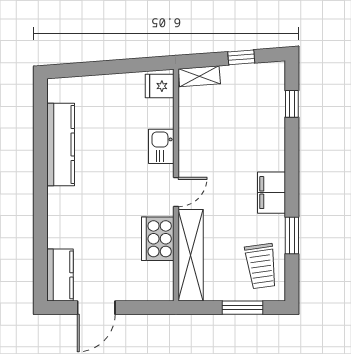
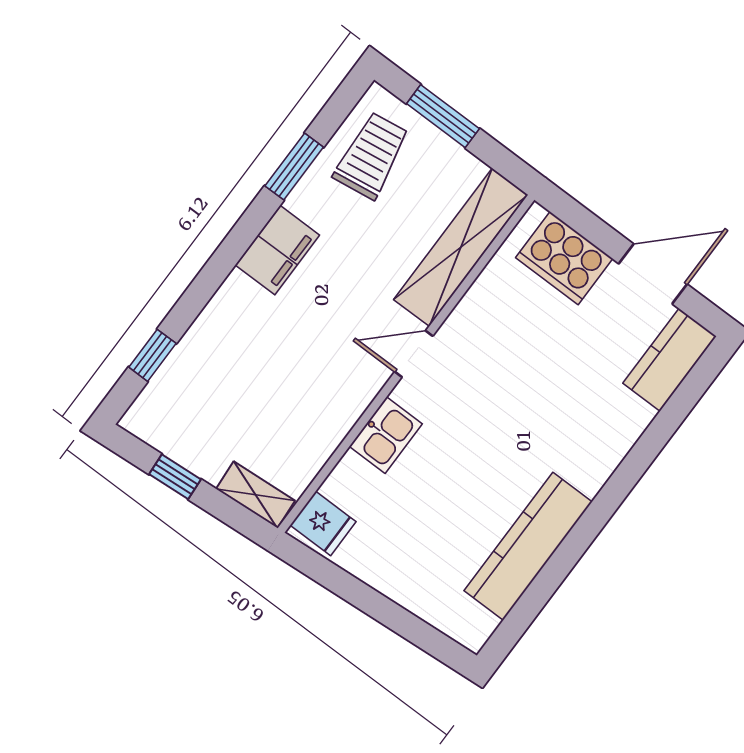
cooker: (158, 239) -> (564, 258), moved, turned 90

